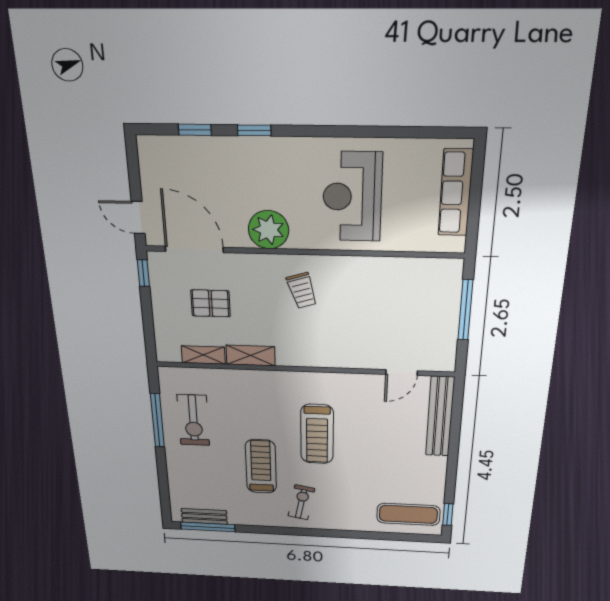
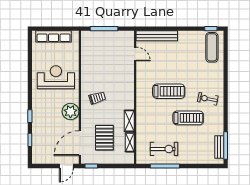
reception desk: (352, 197) -> (56, 77), turned 180
pallet: (211, 303) -> (104, 138), width x1.50, depth x1.42
treadmill: (261, 467) -> (188, 118), turned 180

